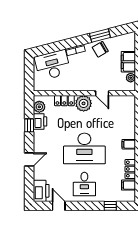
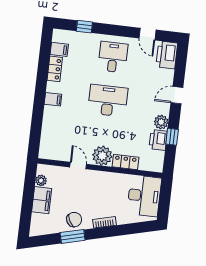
desk: (53, 65) -> (144, 196), moved, turned -76
plant: (39, 107) -> (161, 122), moved
desk: (84, 148) -> (108, 101), width x0.73, depth x0.77

